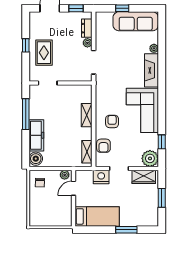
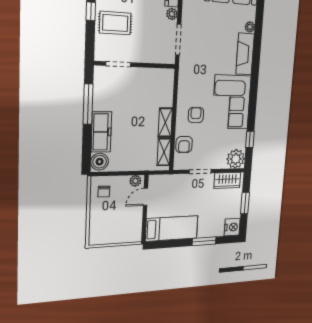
rug: (44, 53) -> (115, 23), turned 90
shelving: (87, 115) -> (165, 123), moved
nightstand: (101, 177) -> (232, 227), moved, turned 90

